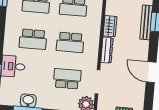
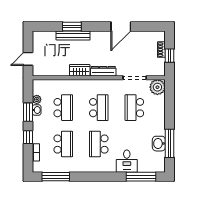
school desk: (33, 39) -> (99, 144), turned 180

